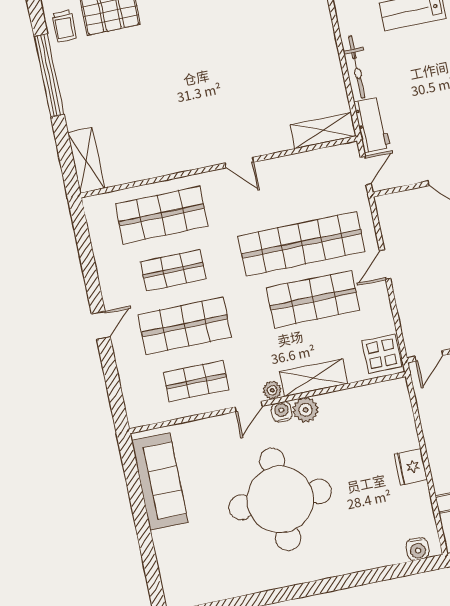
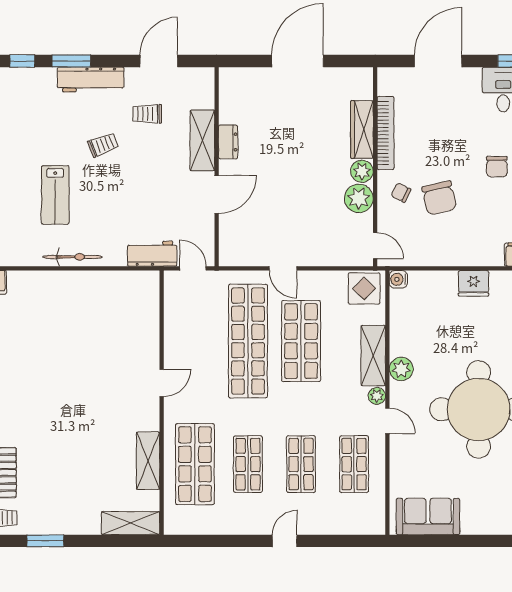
bicycle: (357, 67) -> (73, 257), moved
window: (49, 75) -> (45, 541), width x0.47
shelving: (323, 131) -> (148, 461), moved
door: (101, 325) -> (285, 541), hinge flipped
shop shelf: (185, 326) -> (301, 464), width x0.70, depth x0.74
water cooler: (282, 412) -> (398, 279), moved
sofa: (160, 482) -> (428, 516), width x0.73

